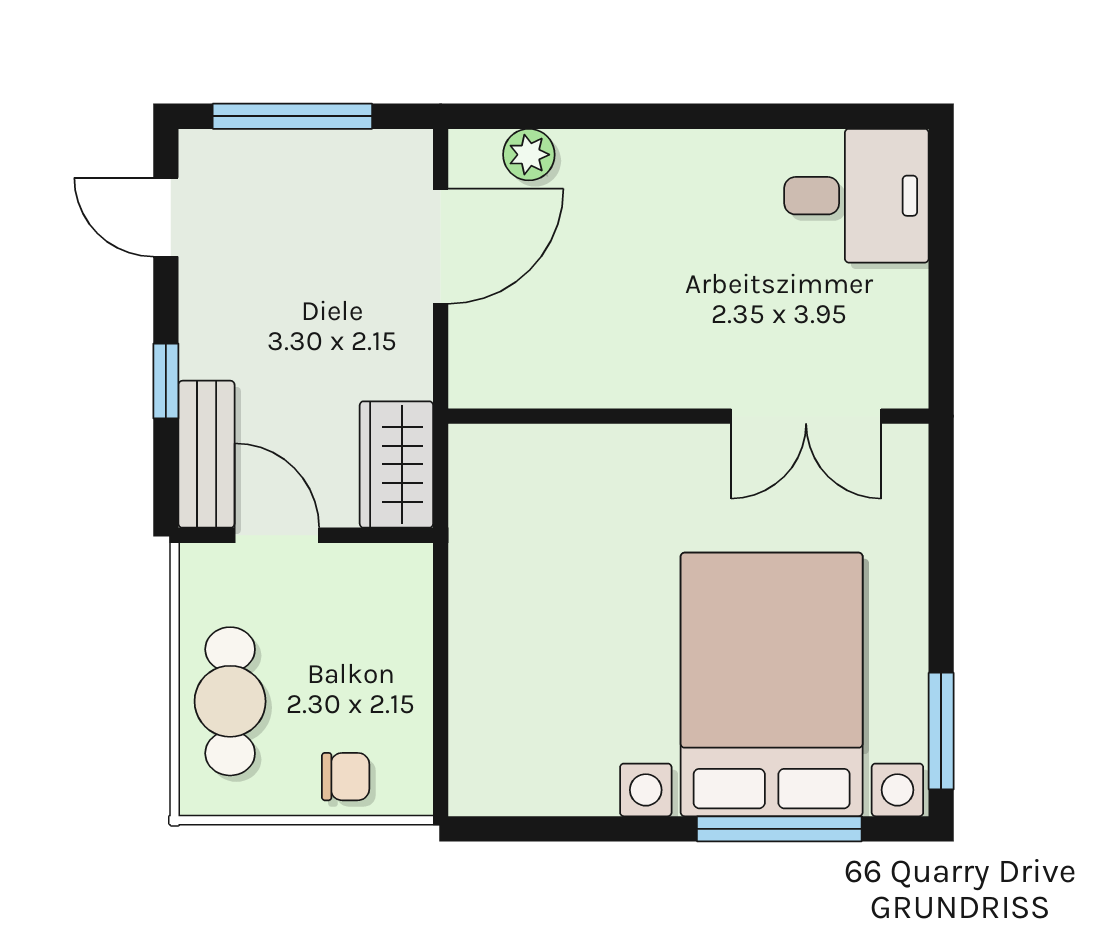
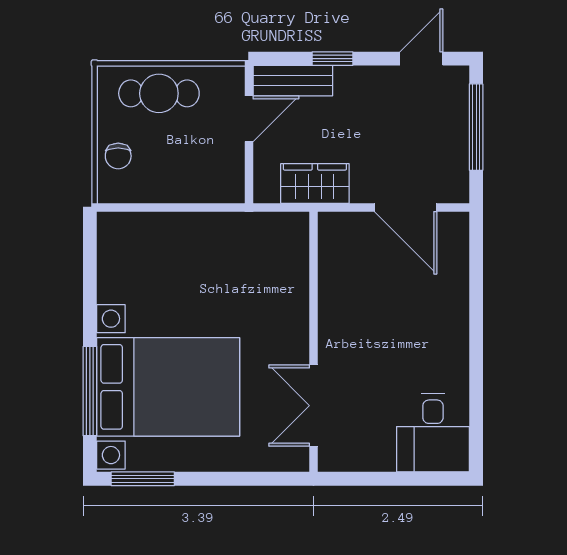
plant: (529, 155) -> (455, 255), removed
wardrobe: (396, 464) -> (315, 184), moved

